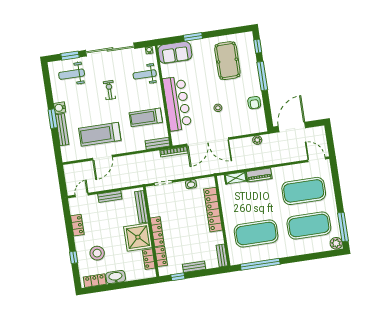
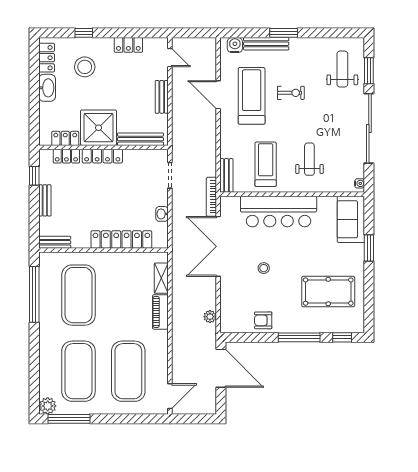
weight bench: (145, 74) -> (309, 159), moved
exercise bike: (109, 90) -> (291, 93), moved
water cooler: (60, 108) -> (235, 45), moved

